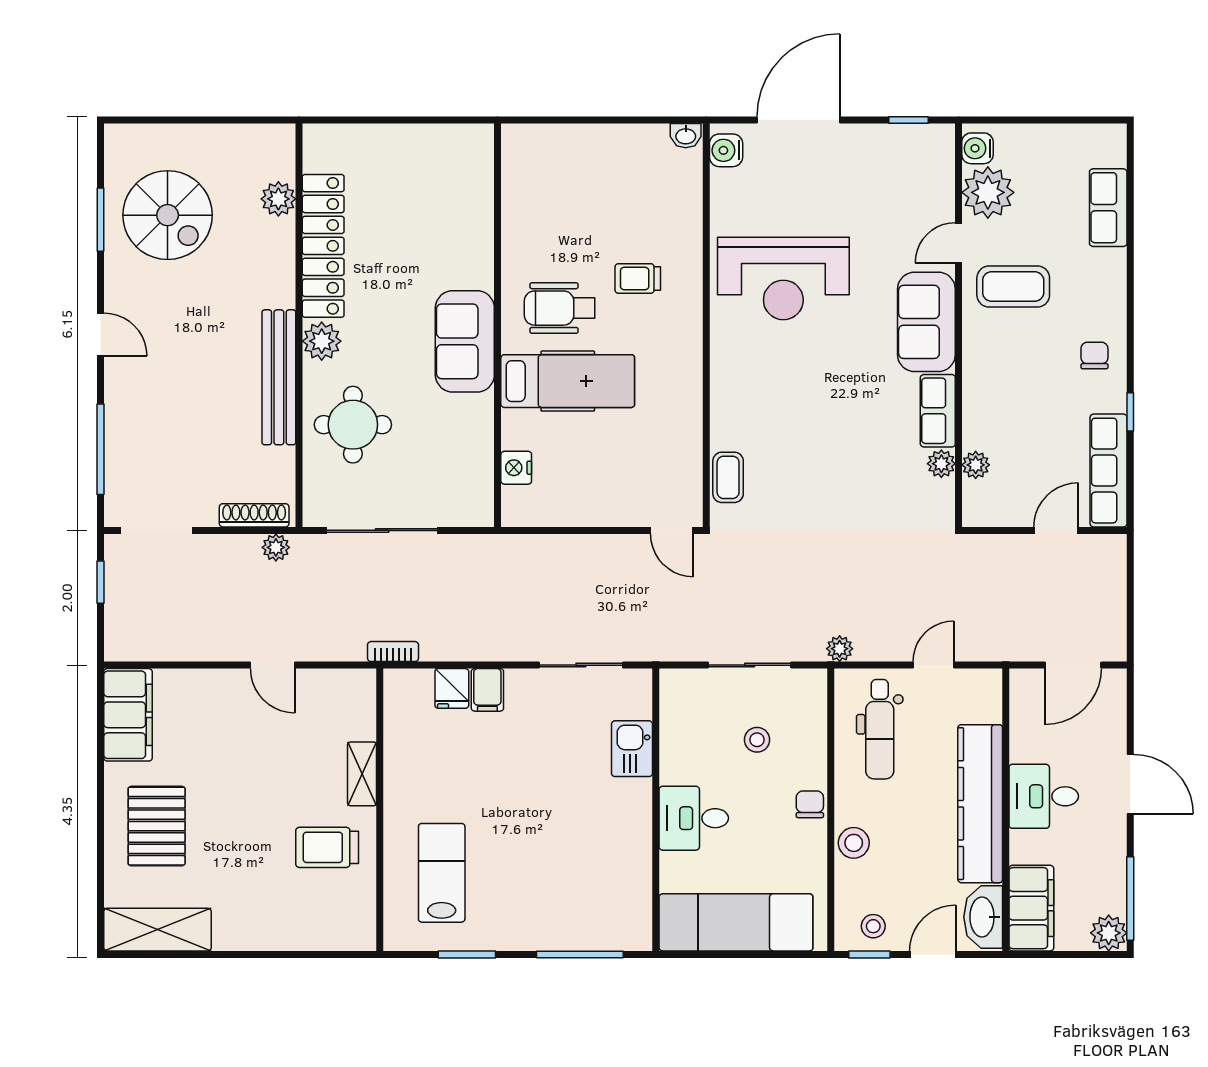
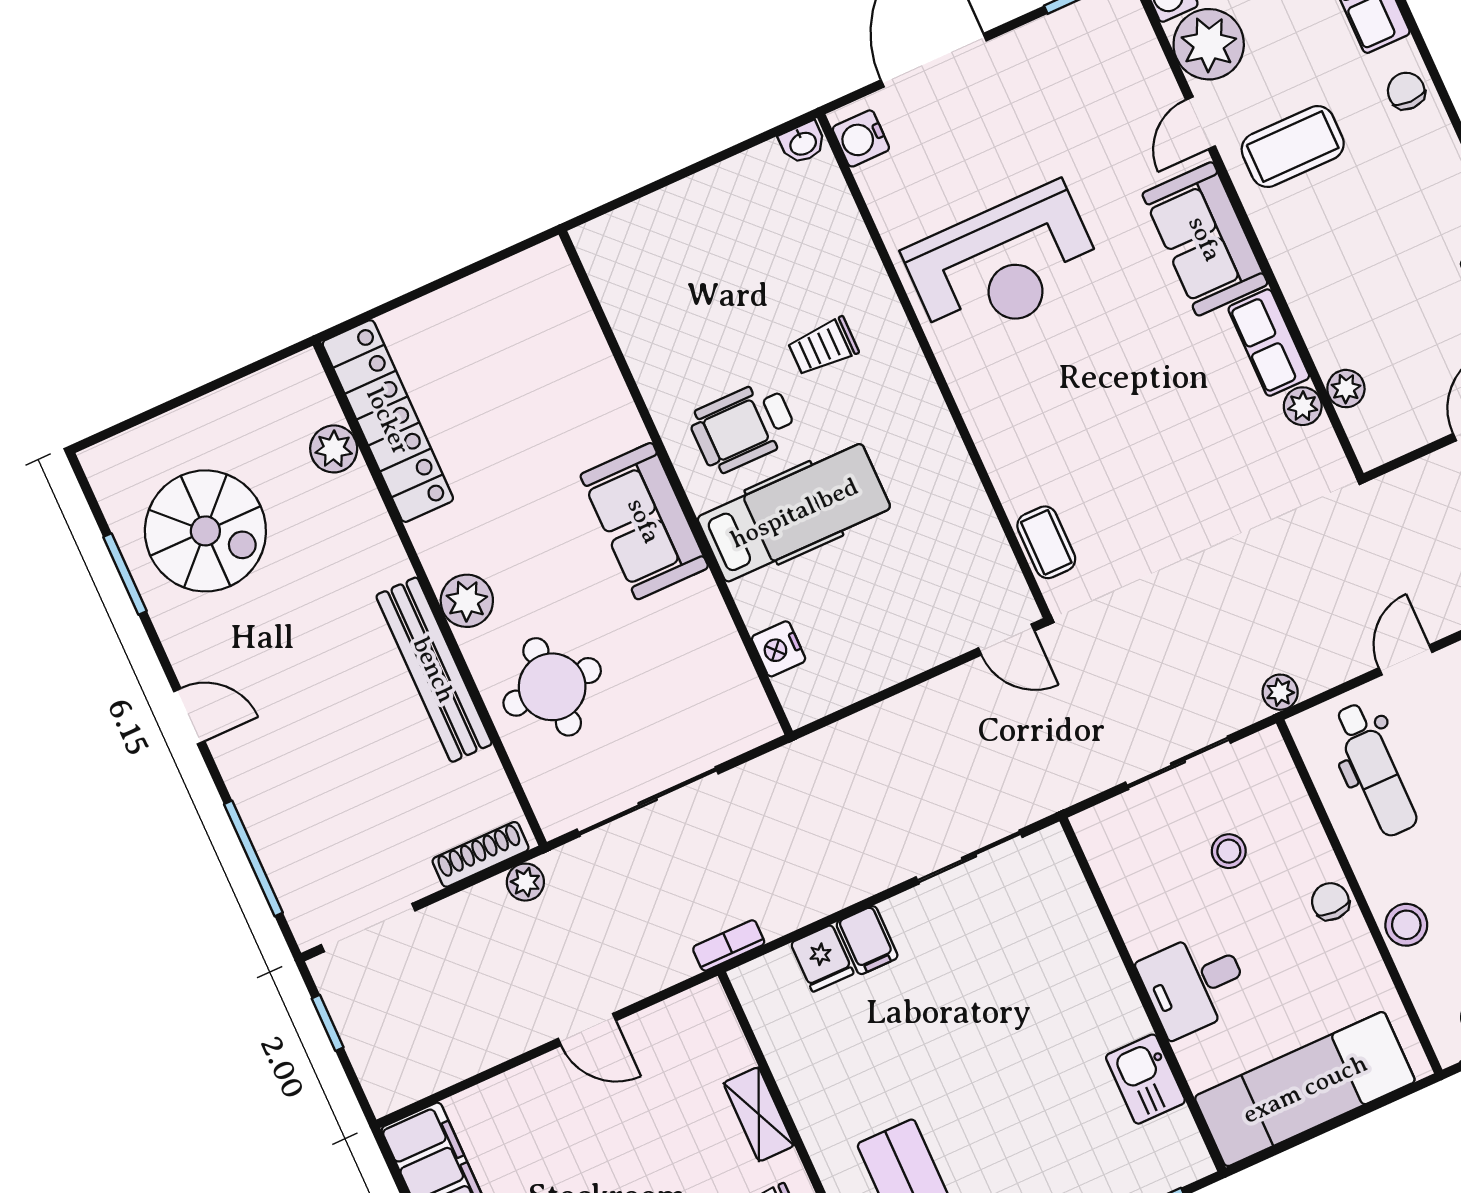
locker: (323, 246) -> (388, 421), moved
chair: (1094, 355) -> (1406, 91), moved
kitchen sink: (632, 749) -> (1145, 1079), moved

